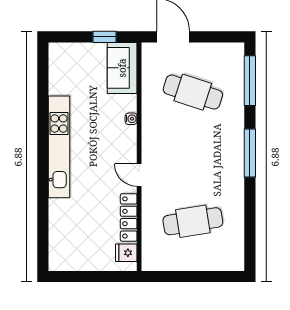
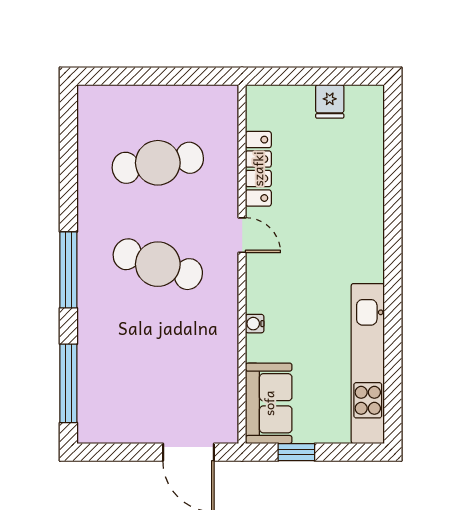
cafe table: (193, 92) -> (158, 264), moved
kitchen unit: (59, 147) -> (368, 364), moved
fridge: (126, 253) -> (330, 101), moved, turned 90

